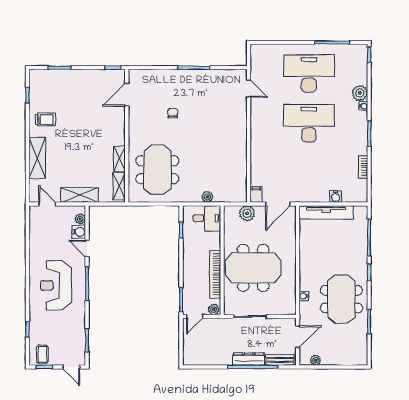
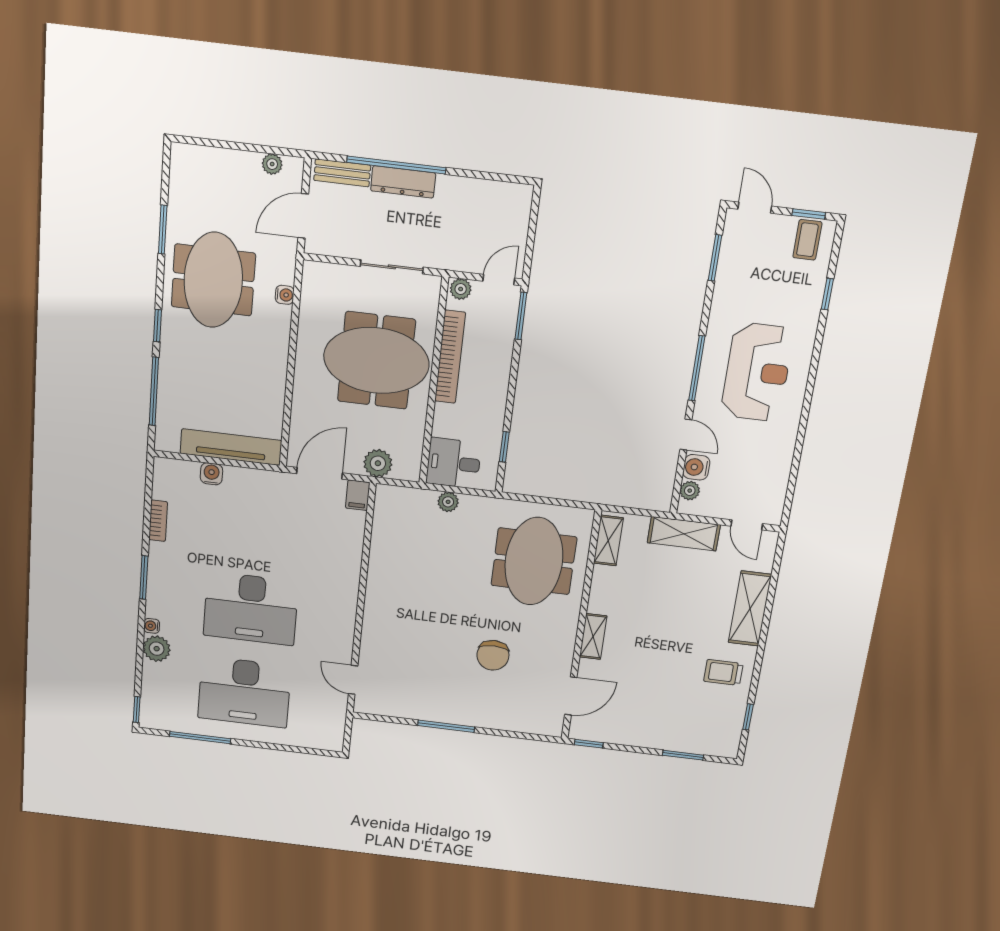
chair: (173, 113) -> (493, 655), width x1.87, depth x1.87
shelving: (119, 159) -> (593, 636), moved

